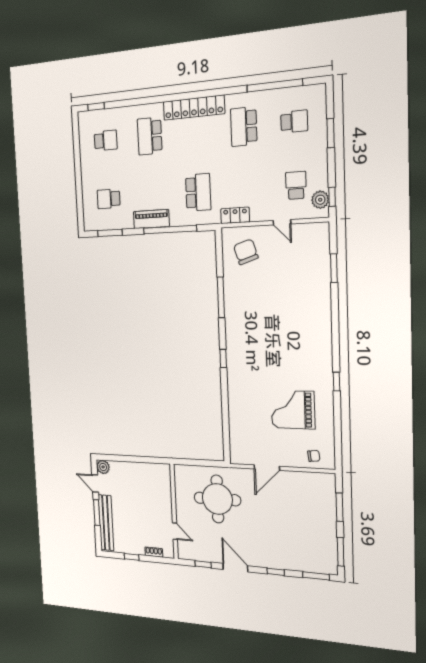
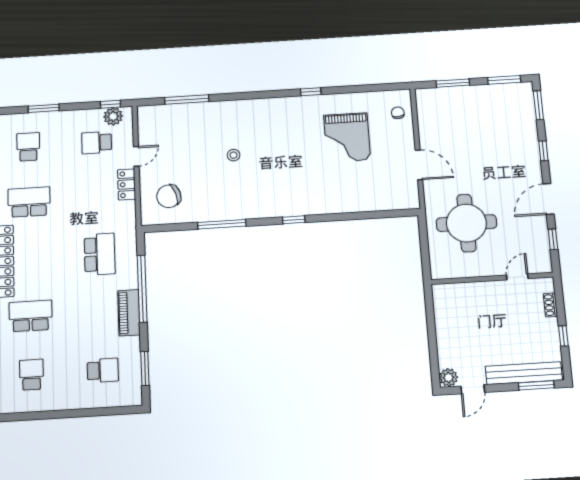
school desk: (244, 127) -> (29, 202), turned 180
school desk: (150, 136) -> (31, 316), turned 180
school desk: (198, 192) -> (100, 254), turned 90
school desk: (109, 199) -> (103, 370), turned -90
locker: (235, 215) -> (127, 184), moved
window: (334, 268) -> (187, 100), width x1.44
stool: (280, 309) -> (234, 155), added
window: (97, 513) -> (536, 385), moved

